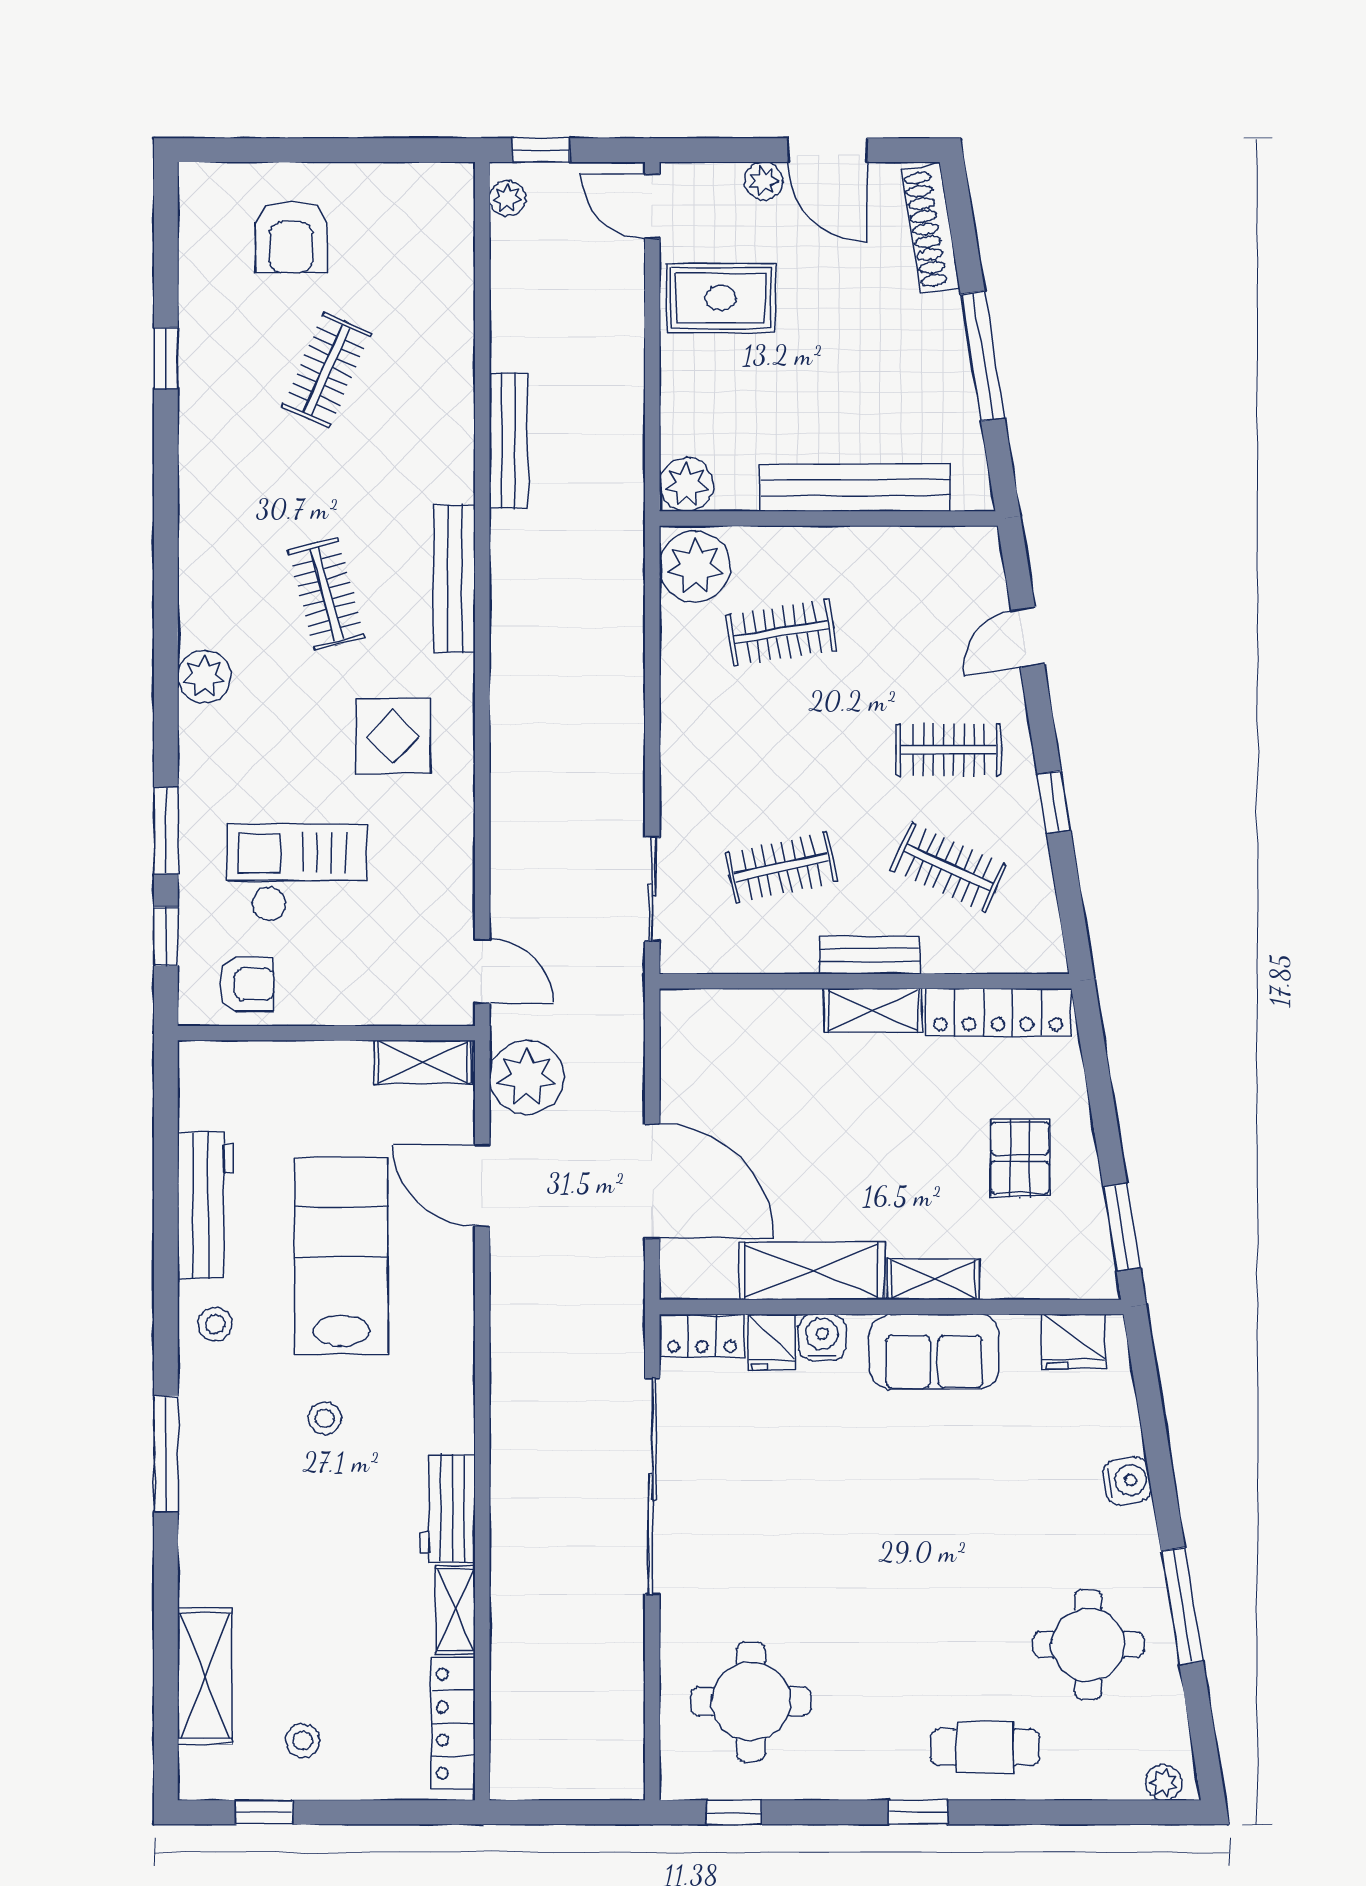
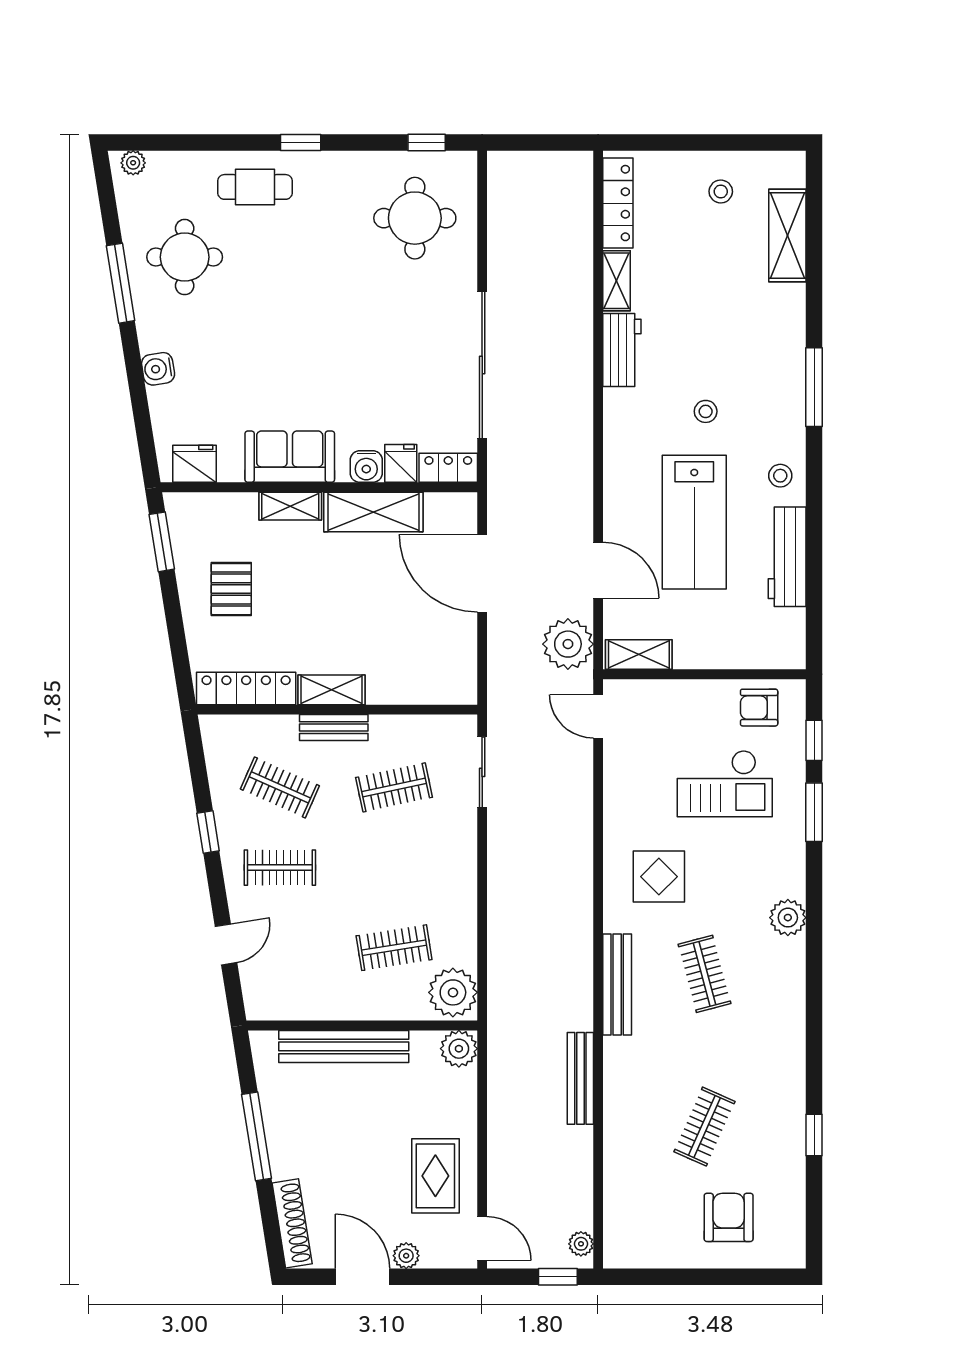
rug: (721, 298) -> (435, 1176), turned 90
window: (264, 1812) -> (747, 142), removed

